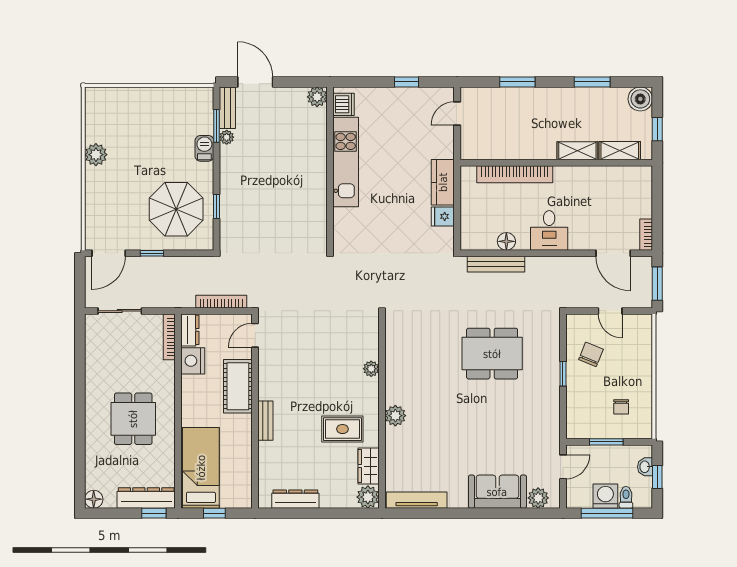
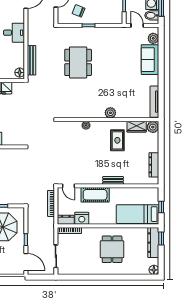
floor lamp: (506, 241) -> (20, 73), moved
dining table: (133, 419) -> (112, 249), turned 90
bidet: (582, 495) -> (152, 15), added

